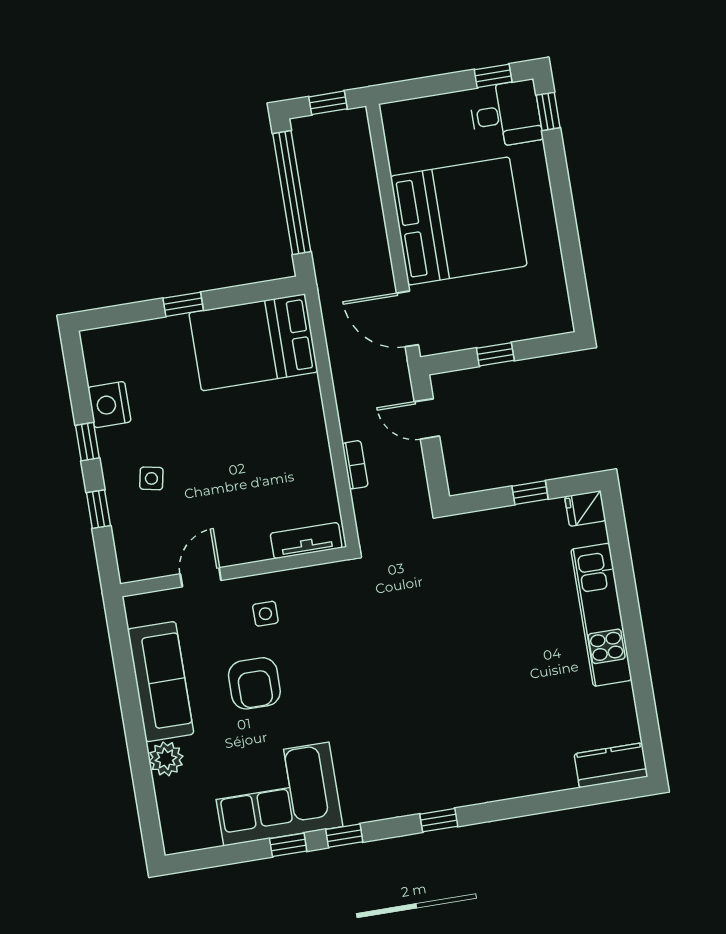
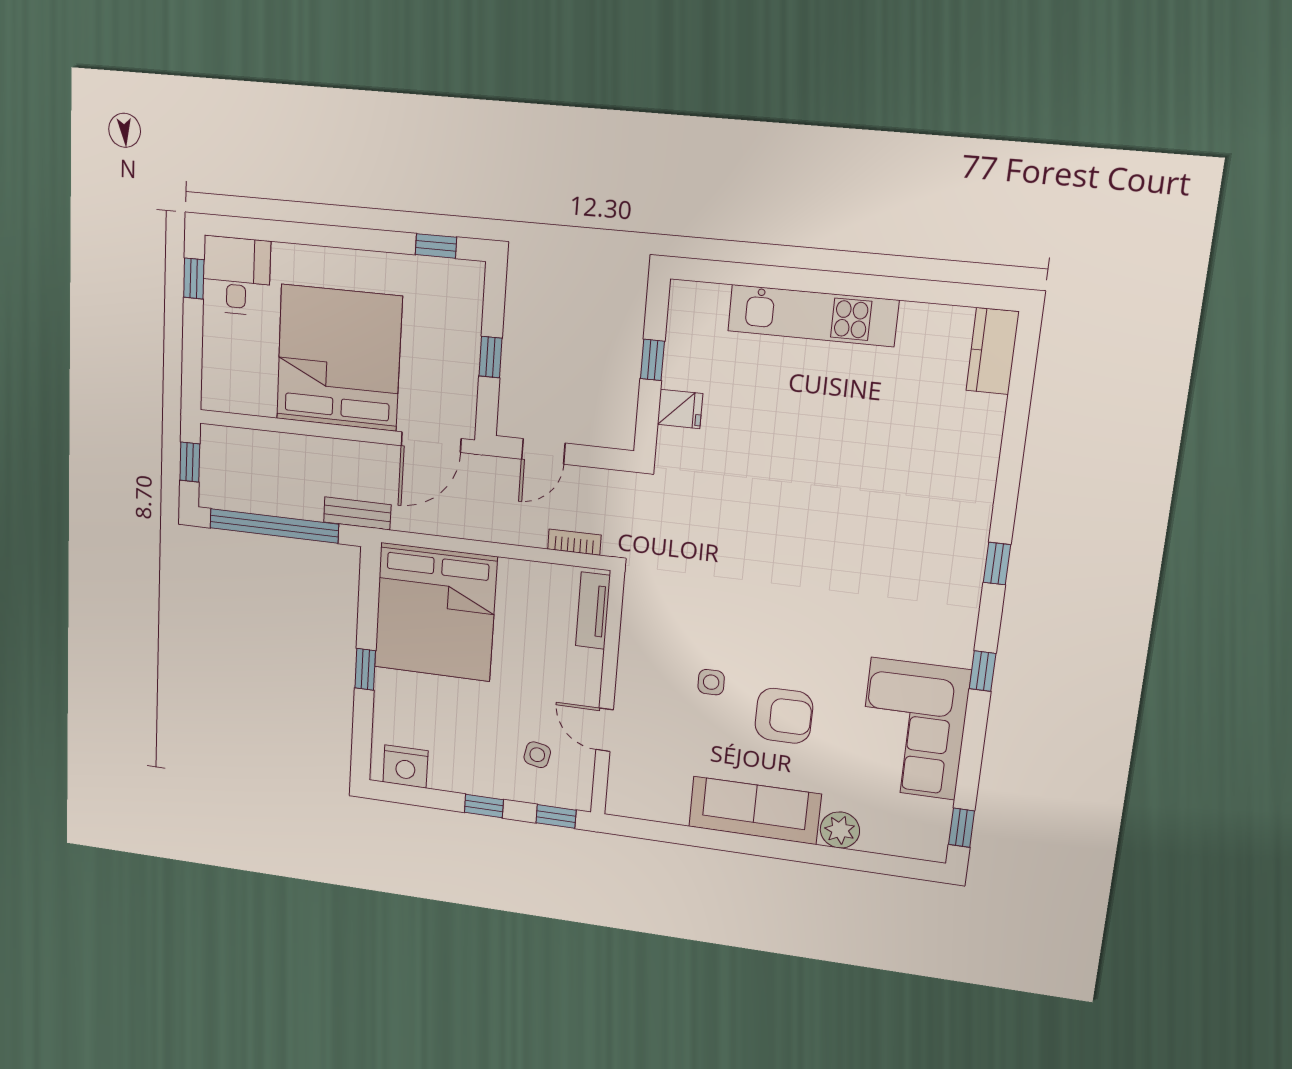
window: (548, 111) -> (436, 246), moved
bench: (325, 267) -> (357, 513), added
bed: (253, 342) -> (435, 612), width x1.36
nightstand: (109, 405) -> (405, 766), moved
fridge: (585, 508) -> (680, 409), moved, turned -90
tv unit: (306, 541) -> (593, 611), moved
wall: (234, 572) -> (608, 694), moved
door: (201, 577) -> (605, 730), moved
window: (288, 845) -> (962, 828), moved

